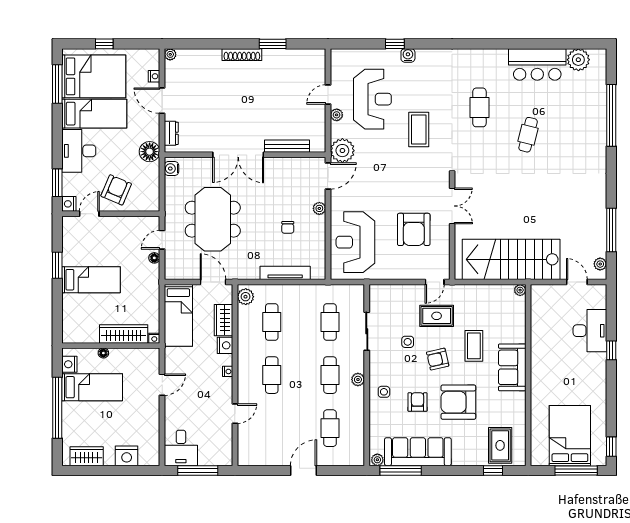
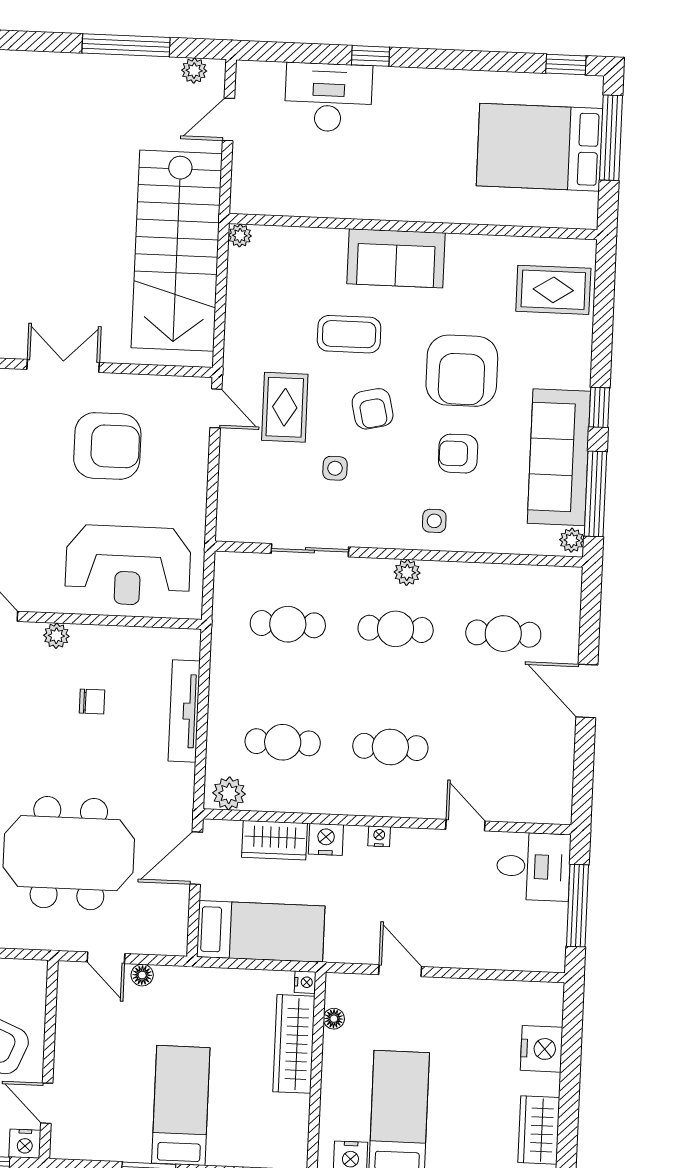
floor lamp: (103, 353) -> (334, 1019), moved
desk: (181, 448) -> (533, 867), moved
window: (493, 470) -> (599, 407), moved

